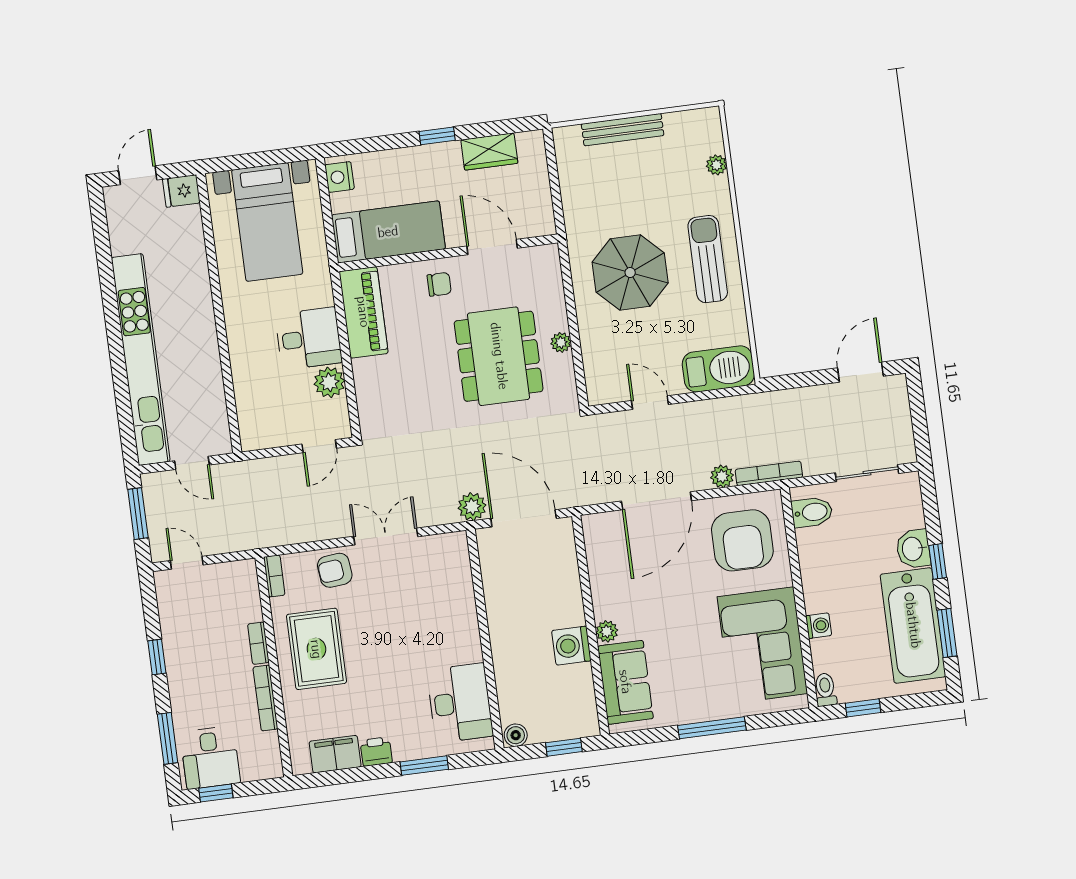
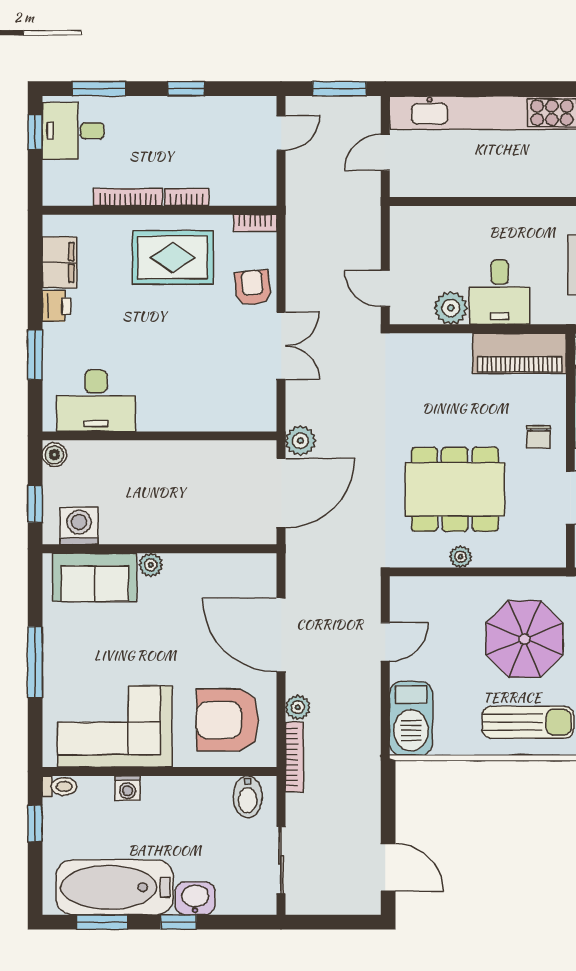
washing machine: (571, 646) -> (79, 526), moved

